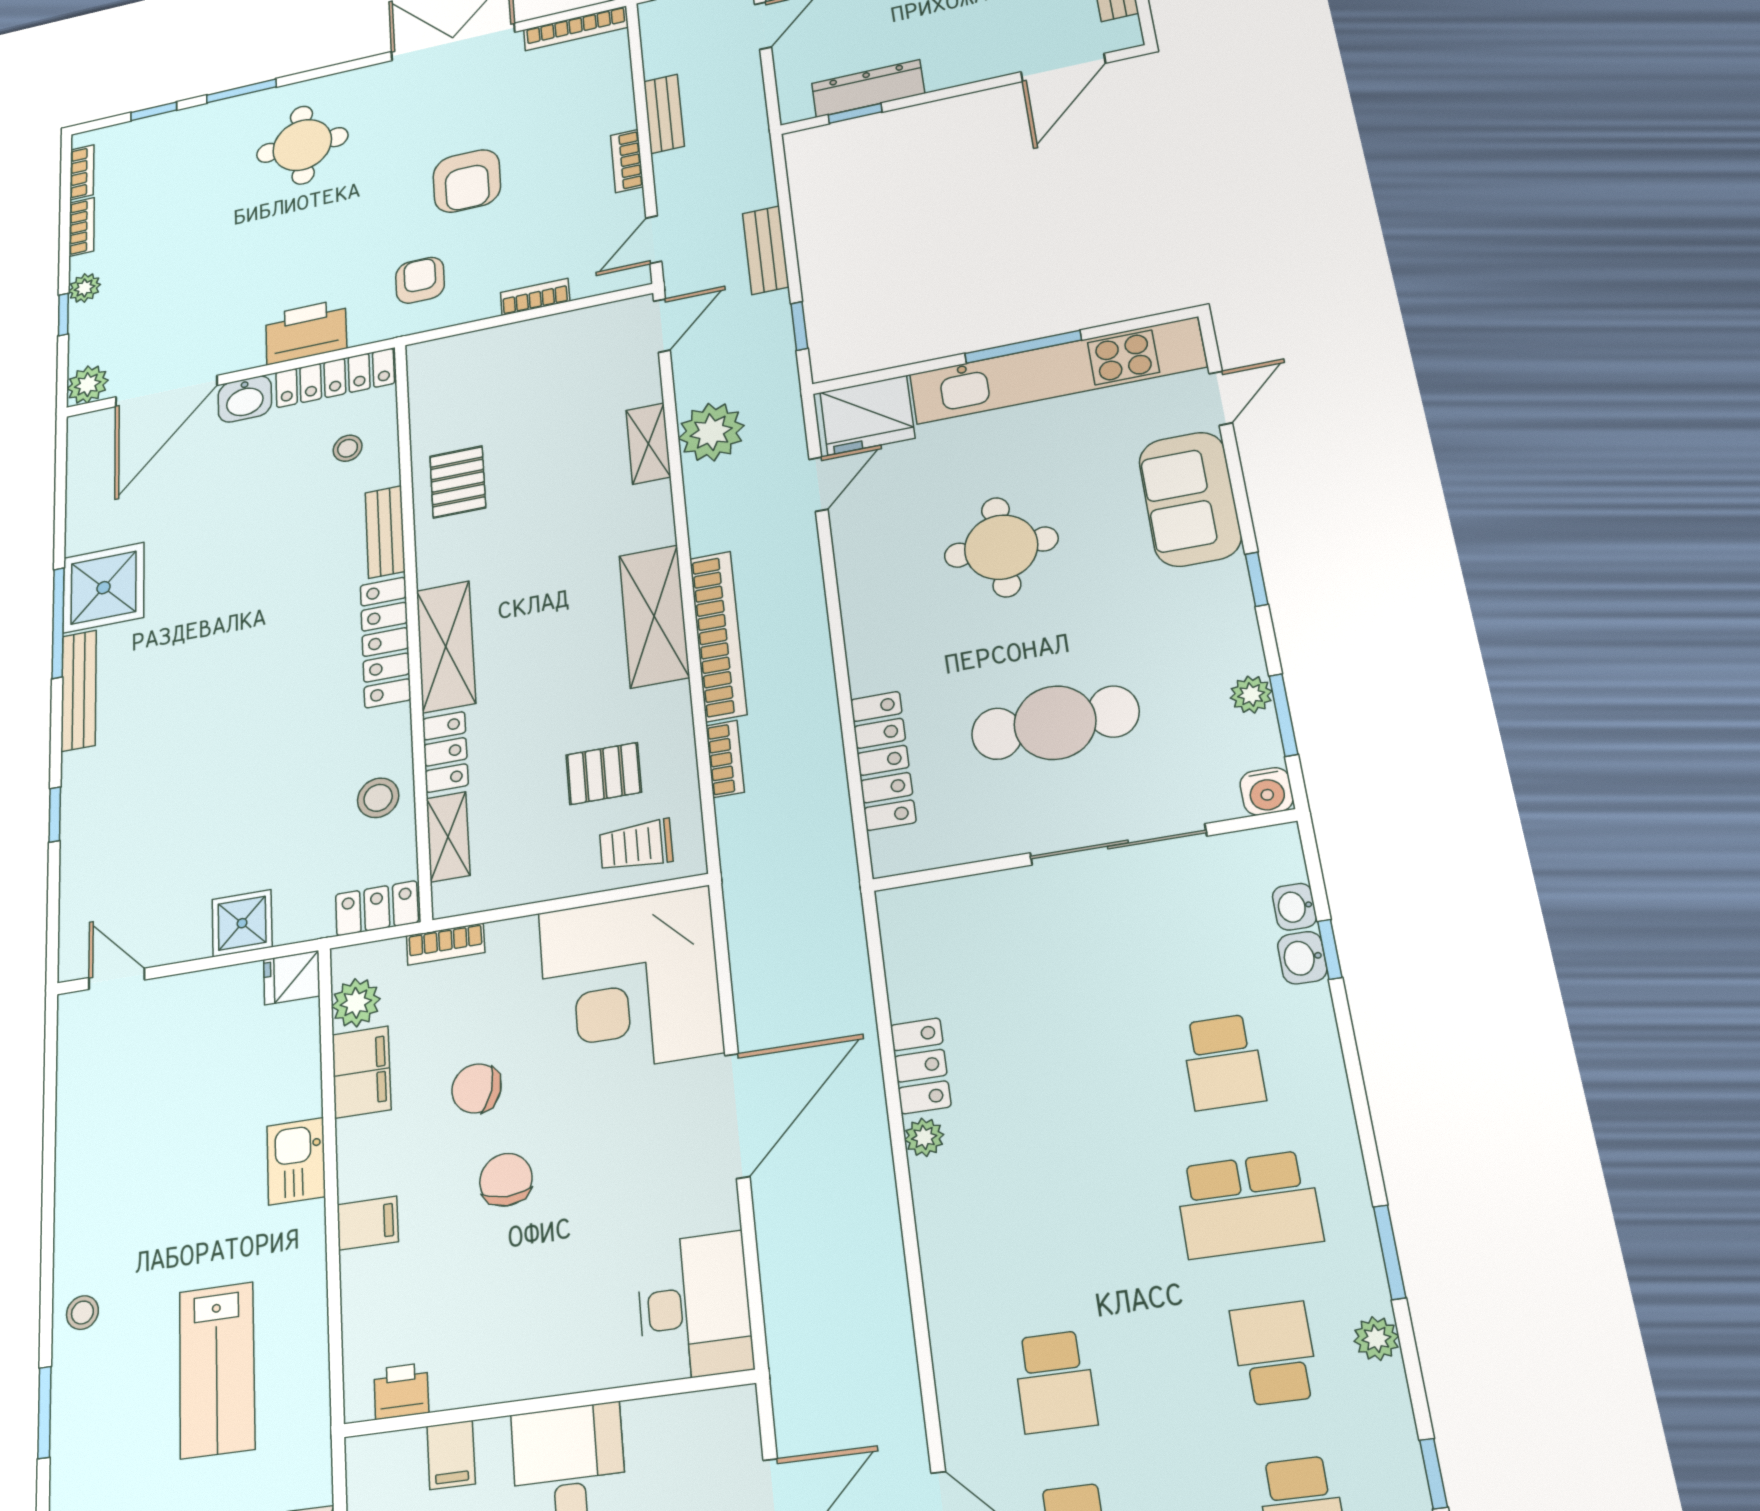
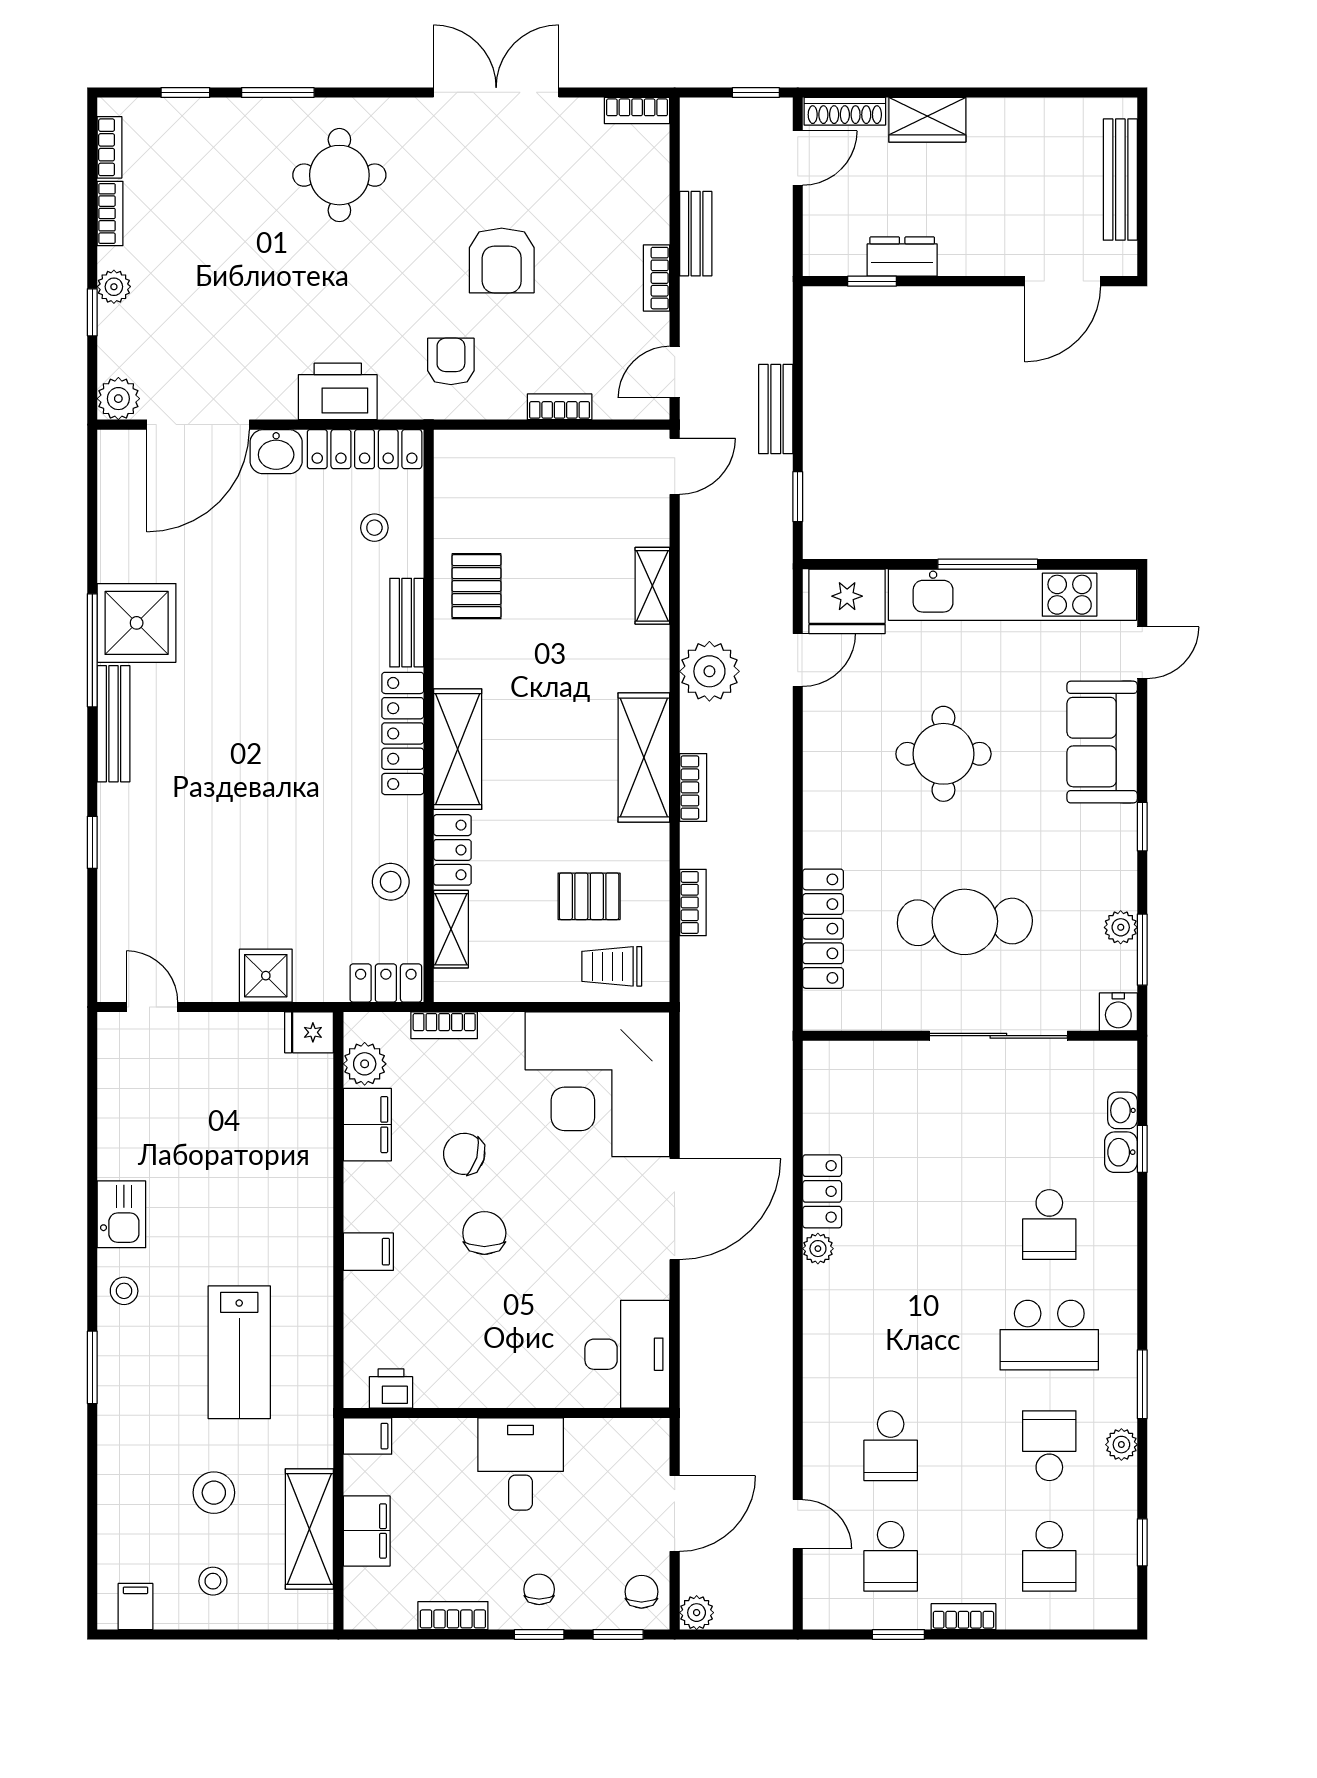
bookcase: (576, 28) -> (637, 110), width x0.64
dresser: (868, 88) -> (902, 257), width x0.70
plant: (711, 432) -> (709, 671), moved
bookcase: (718, 636) -> (693, 787), width x0.43, depth x0.76
kitchen sink: (296, 1161) -> (121, 1214), moved, turned 180
filing cabinet: (451, 1455) -> (367, 1436), moved, turned -90

